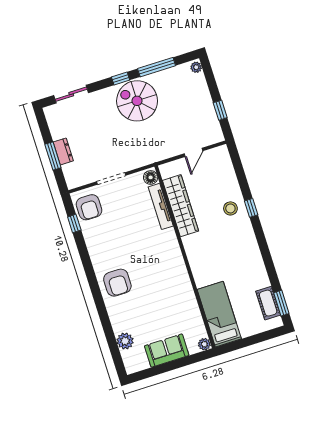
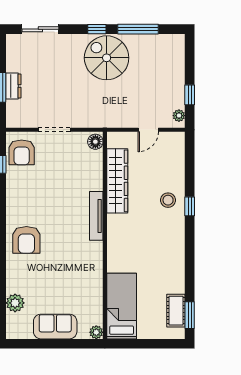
plant: (196, 67) -> (179, 116), moved
tv unit: (161, 206) -> (96, 216), moved

